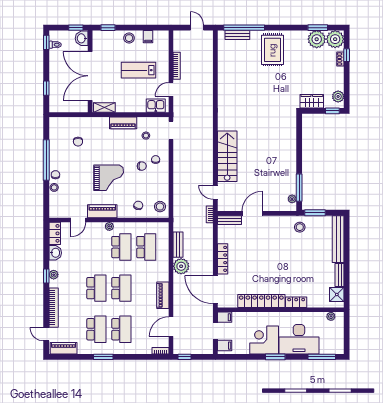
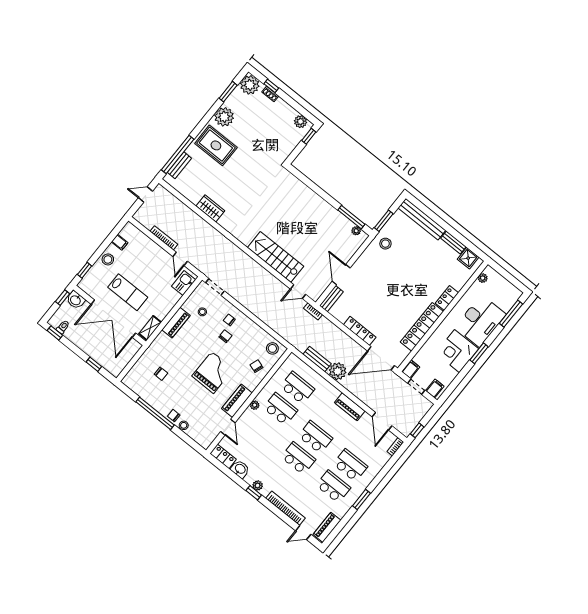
plant: (317, 39) -> (224, 117), moved
lab bench: (139, 70) -> (128, 292), moved, turned -90
wardrobe: (312, 101) -> (210, 208), moved, turned 90

